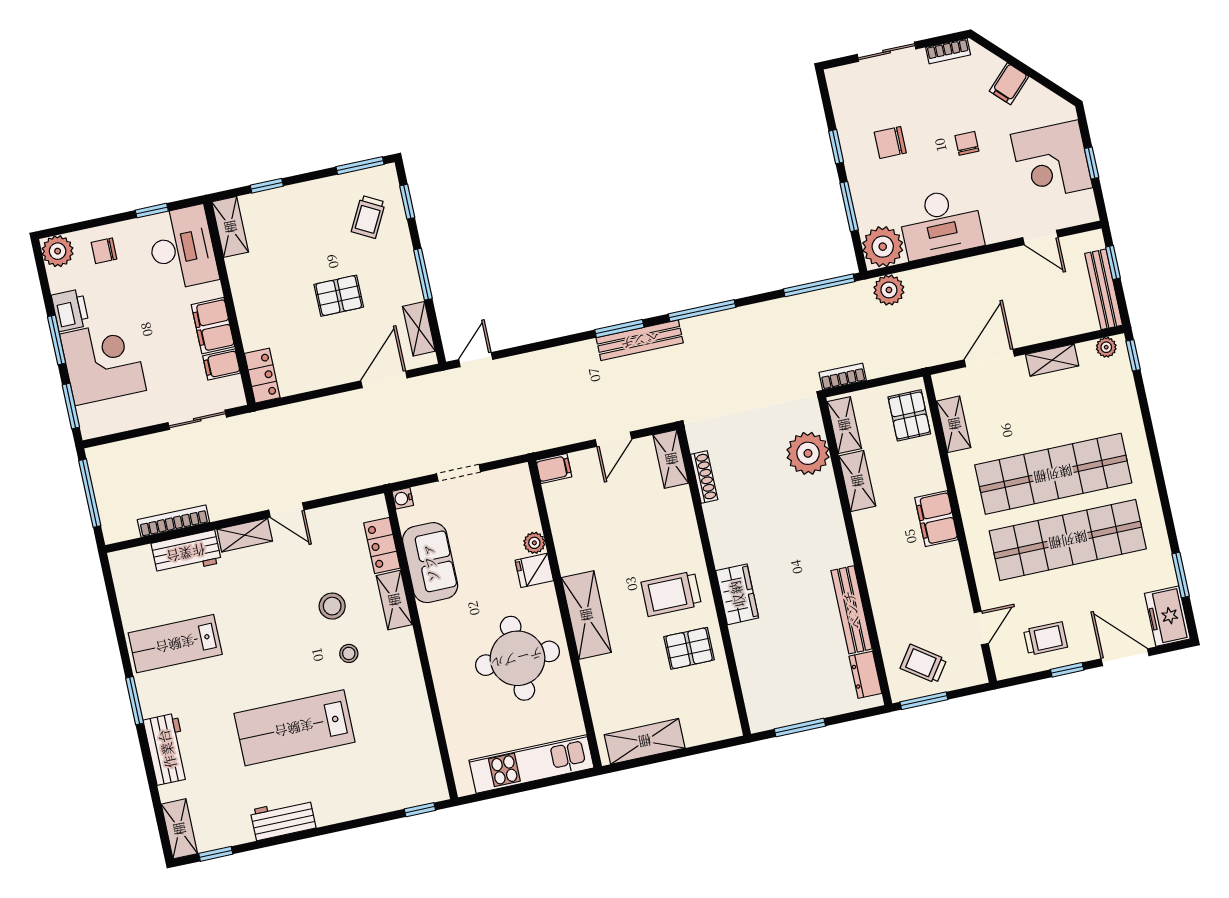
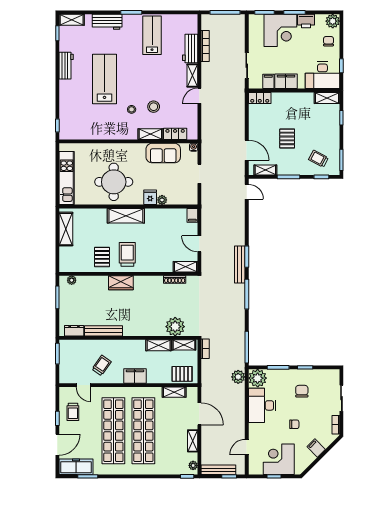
freezer: (1167, 616) -> (76, 467), width x1.40
trolley: (923, 664) -> (102, 365), moved
plant: (755, 704) -> (72, 280), added

